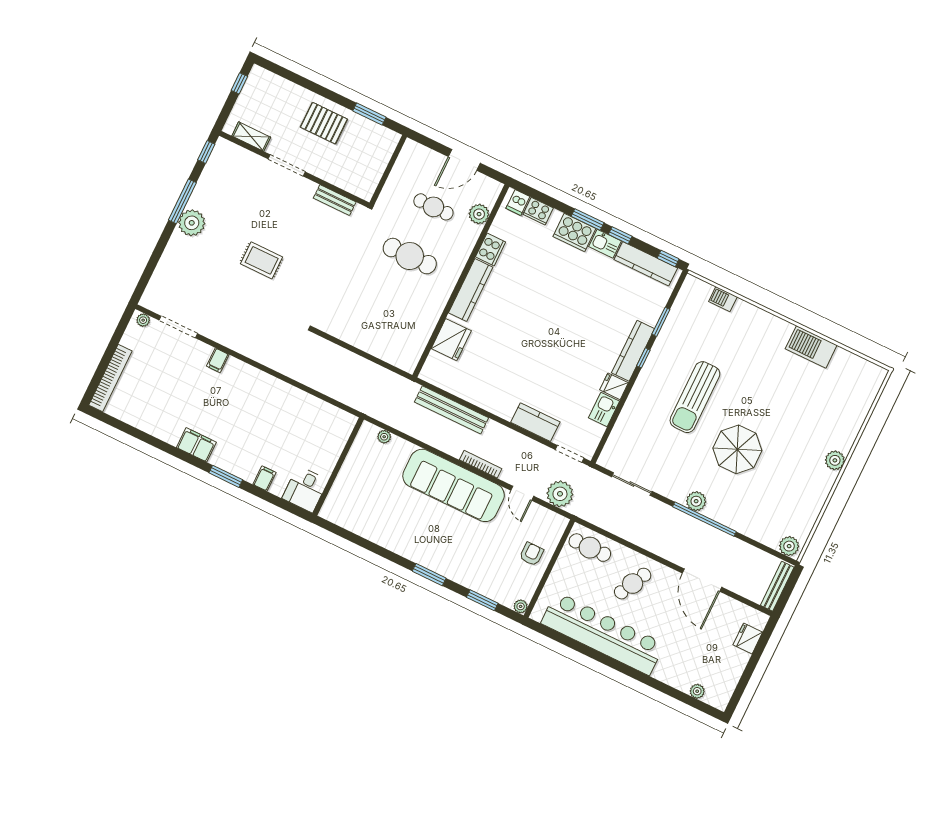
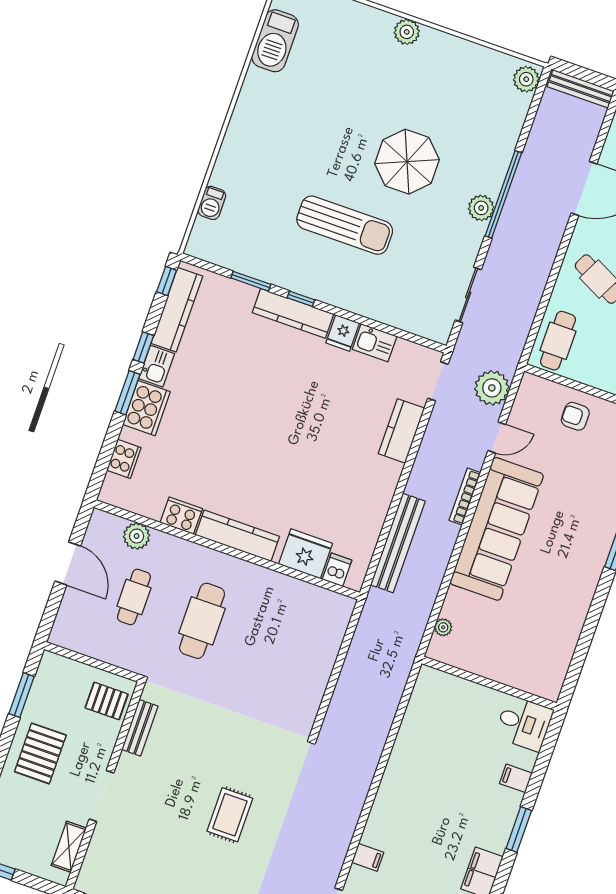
pallet: (358, 177) -> (107, 701), added
dishwasher: (518, 202) -> (337, 570), moved, turned -90
barbecue: (811, 347) -> (275, 41), moved

